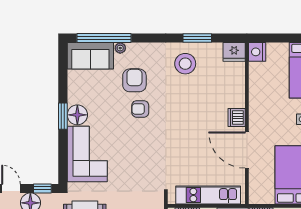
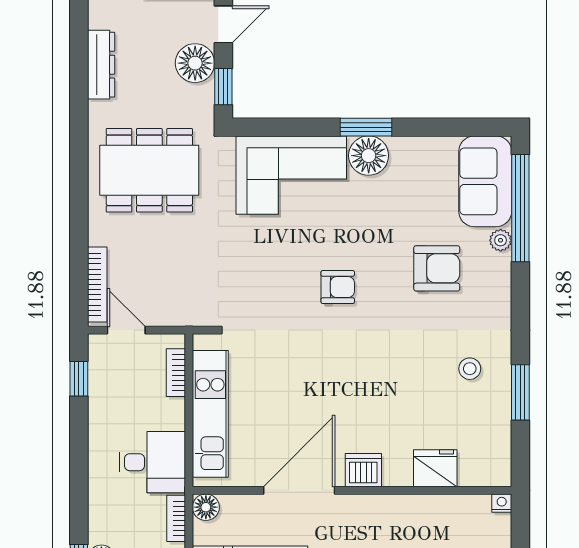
fridge: (234, 52) -> (435, 468), moved, turned 90
nightstand: (257, 52) -> (502, 503), width x0.53, depth x0.56
stool: (185, 64) -> (470, 369), width x0.53, depth x0.53
armchair: (140, 109) -> (338, 287), moved, turned 90
floor lamp: (255, 197) -> (206, 507), added

